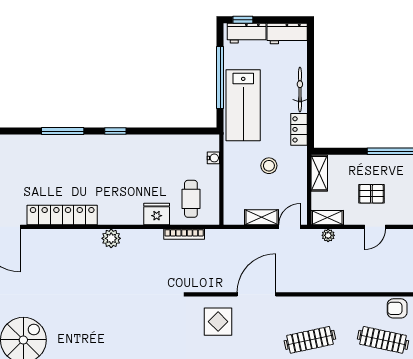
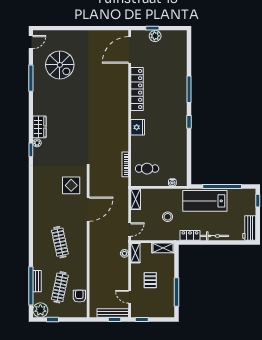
workbench: (247, 33) -> (249, 203), removed
fridge: (157, 214) -> (138, 127), moved
shelving: (262, 217) -> (136, 199), moved
door: (290, 227) -> (130, 230), hinge flipped
door: (375, 227) -> (130, 297), moved
plant: (111, 238) -> (123, 119), removed
door: (257, 294) -> (88, 209), hinge flipped

